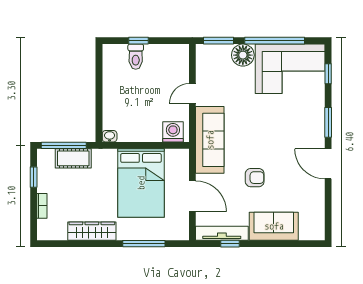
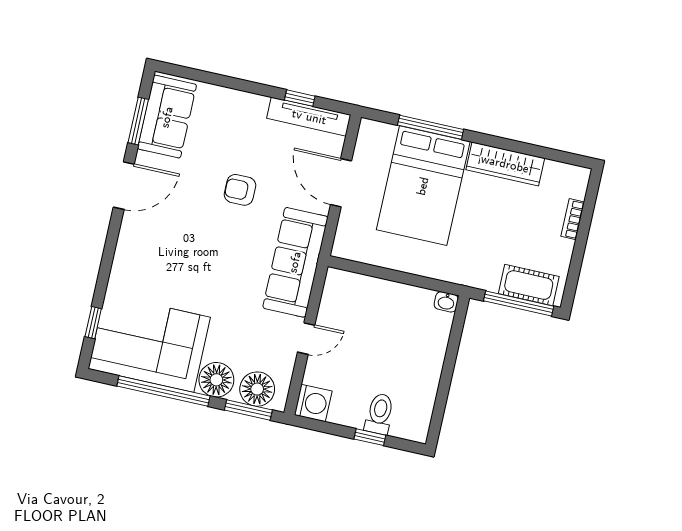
floor lamp: (216, 55) -> (257, 389), added
window: (328, 122) -> (138, 121), moved
washing machine: (173, 132) -> (313, 403), moved, turned -90
cot: (73, 158) -> (529, 285), moved
door: (328, 164) -> (124, 186), hinge flipped
window: (34, 177) -> (575, 266), removed
bed: (141, 183) -> (423, 186), moved, turned 180
sofa: (274, 226) -> (167, 117), moved, turned -90

